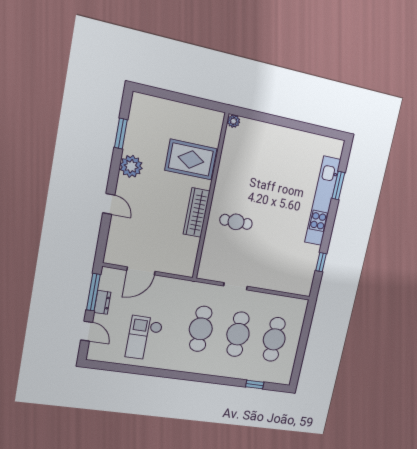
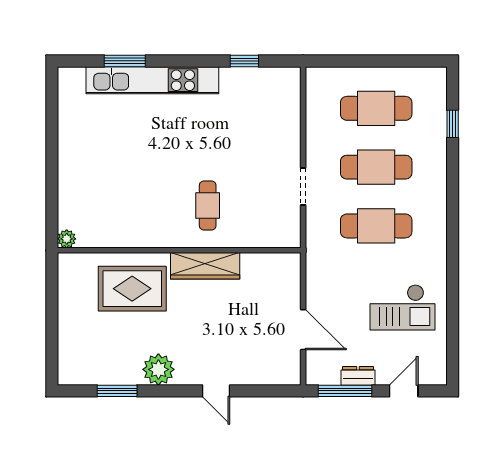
rug: (191, 159) -> (132, 289), turned 90
door: (109, 204) -> (216, 391), swing flipped

